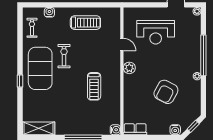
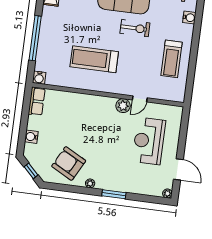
window: (203, 55) -> (114, 194), width x0.47
plant: (129, 68) -> (123, 106), moved
treadmill: (94, 86) -> (94, 59), width x1.37, depth x1.37
armchair: (166, 92) -> (69, 163), moved
water cooler: (175, 130) -> (31, 137), moved

